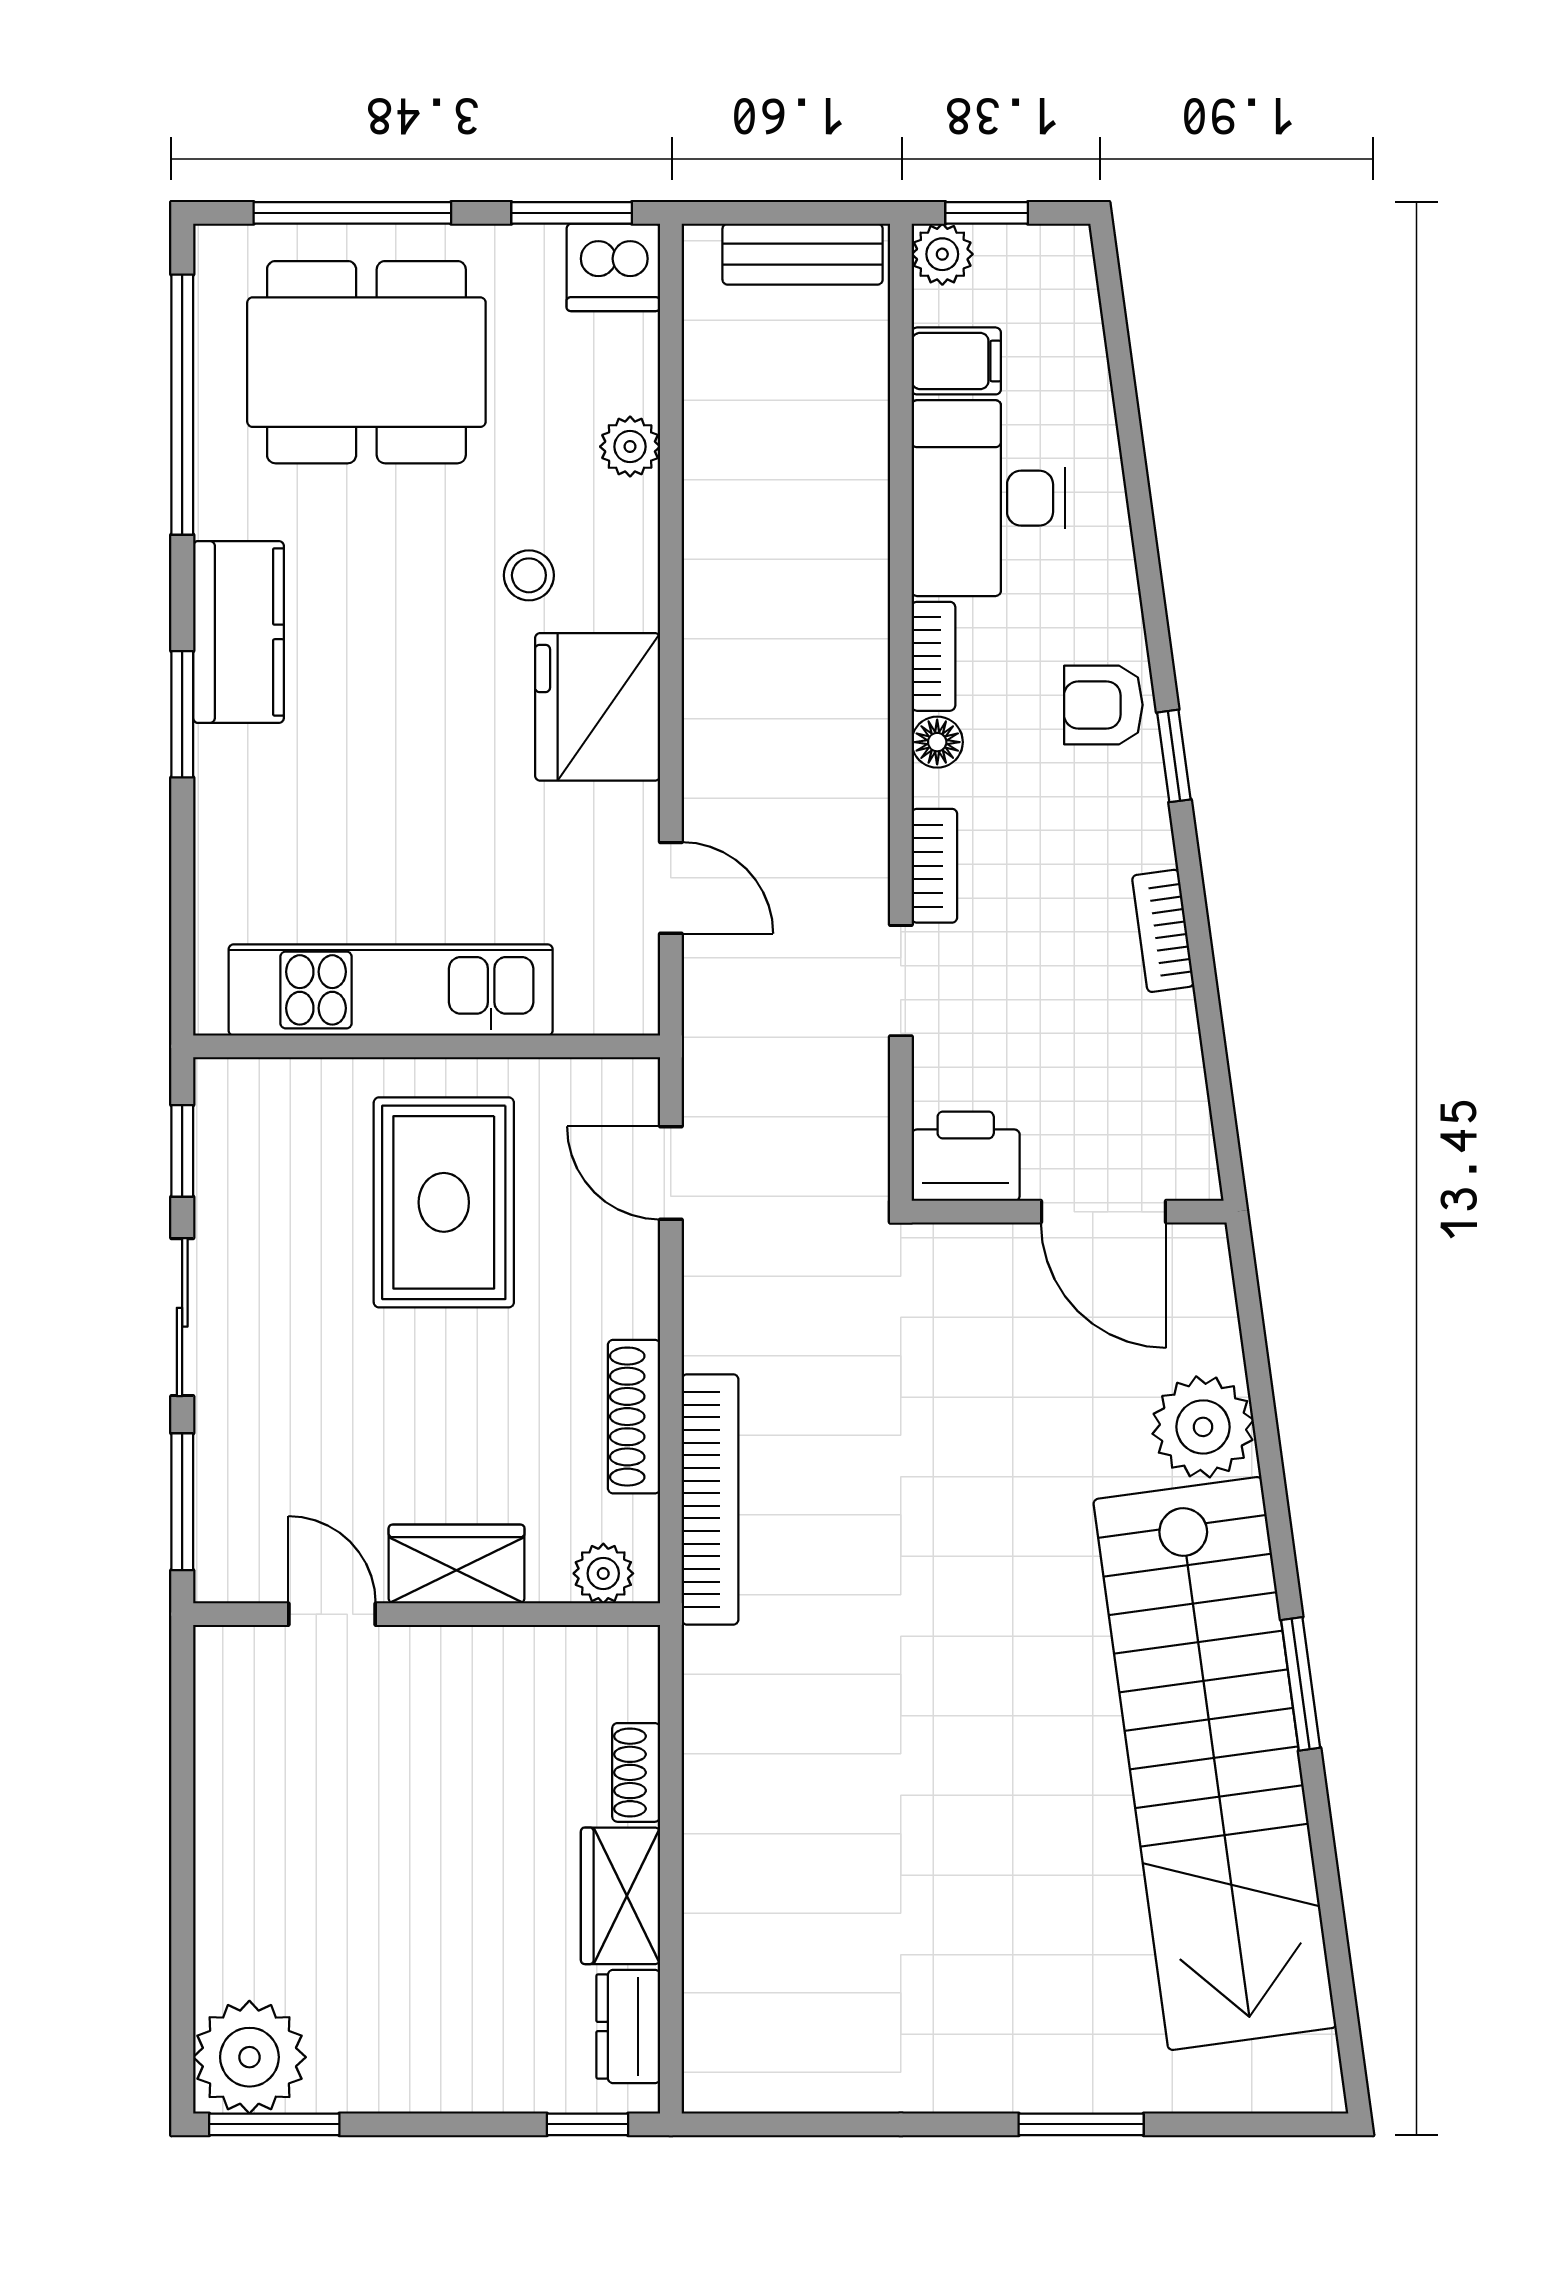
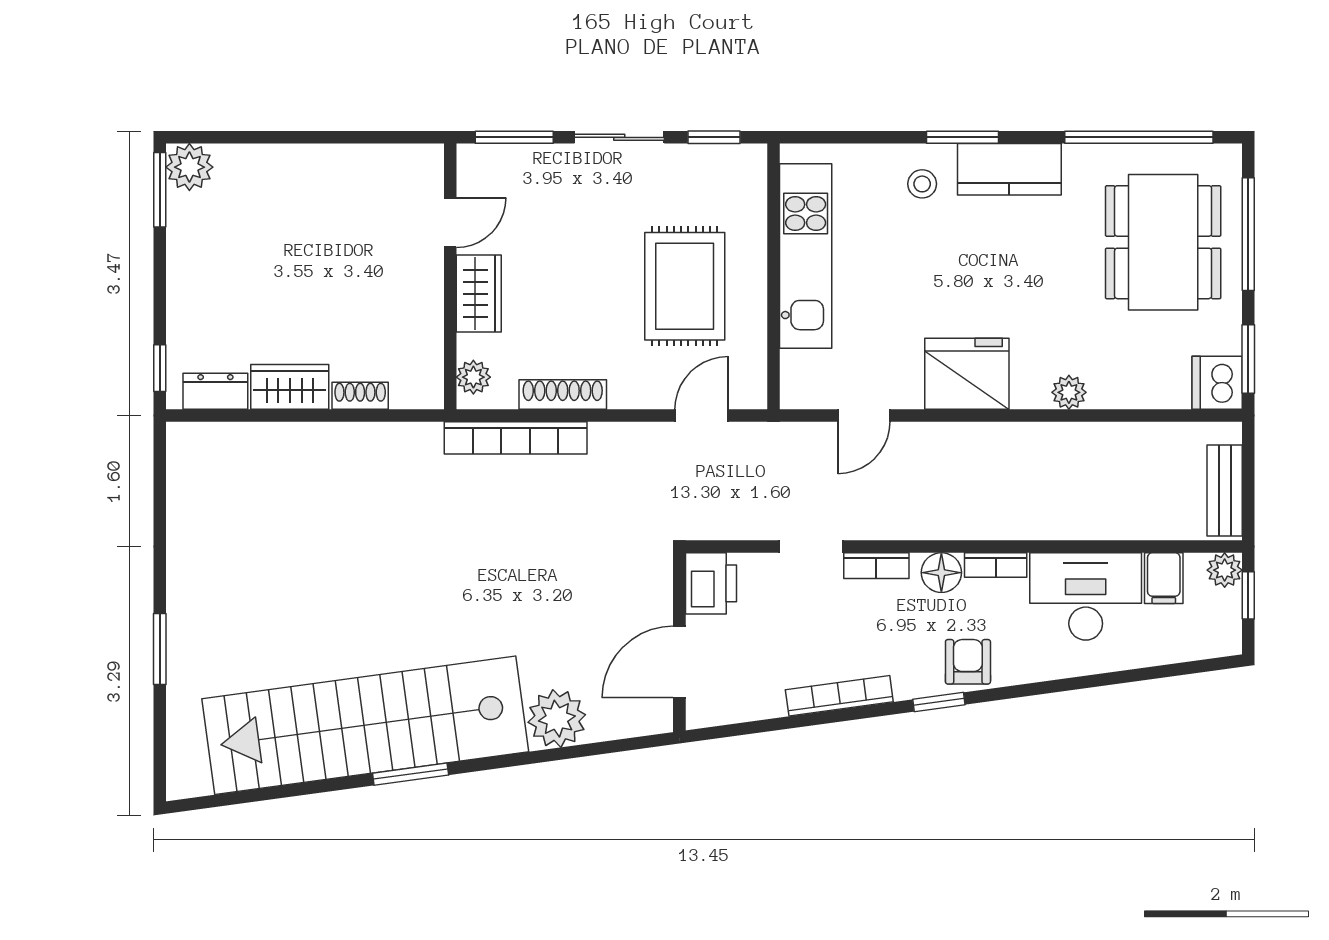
plant: (630, 447) -> (1069, 392), moved
stool: (529, 575) -> (922, 184), moved
floor lamp: (937, 742) -> (941, 573), width x1.37, depth x1.37
bookcase: (1163, 931) -> (839, 696), width x1.56
rug: (444, 1202) -> (685, 286), turned 90
plant: (249, 2057) -> (189, 167), width x0.73, depth x0.73

